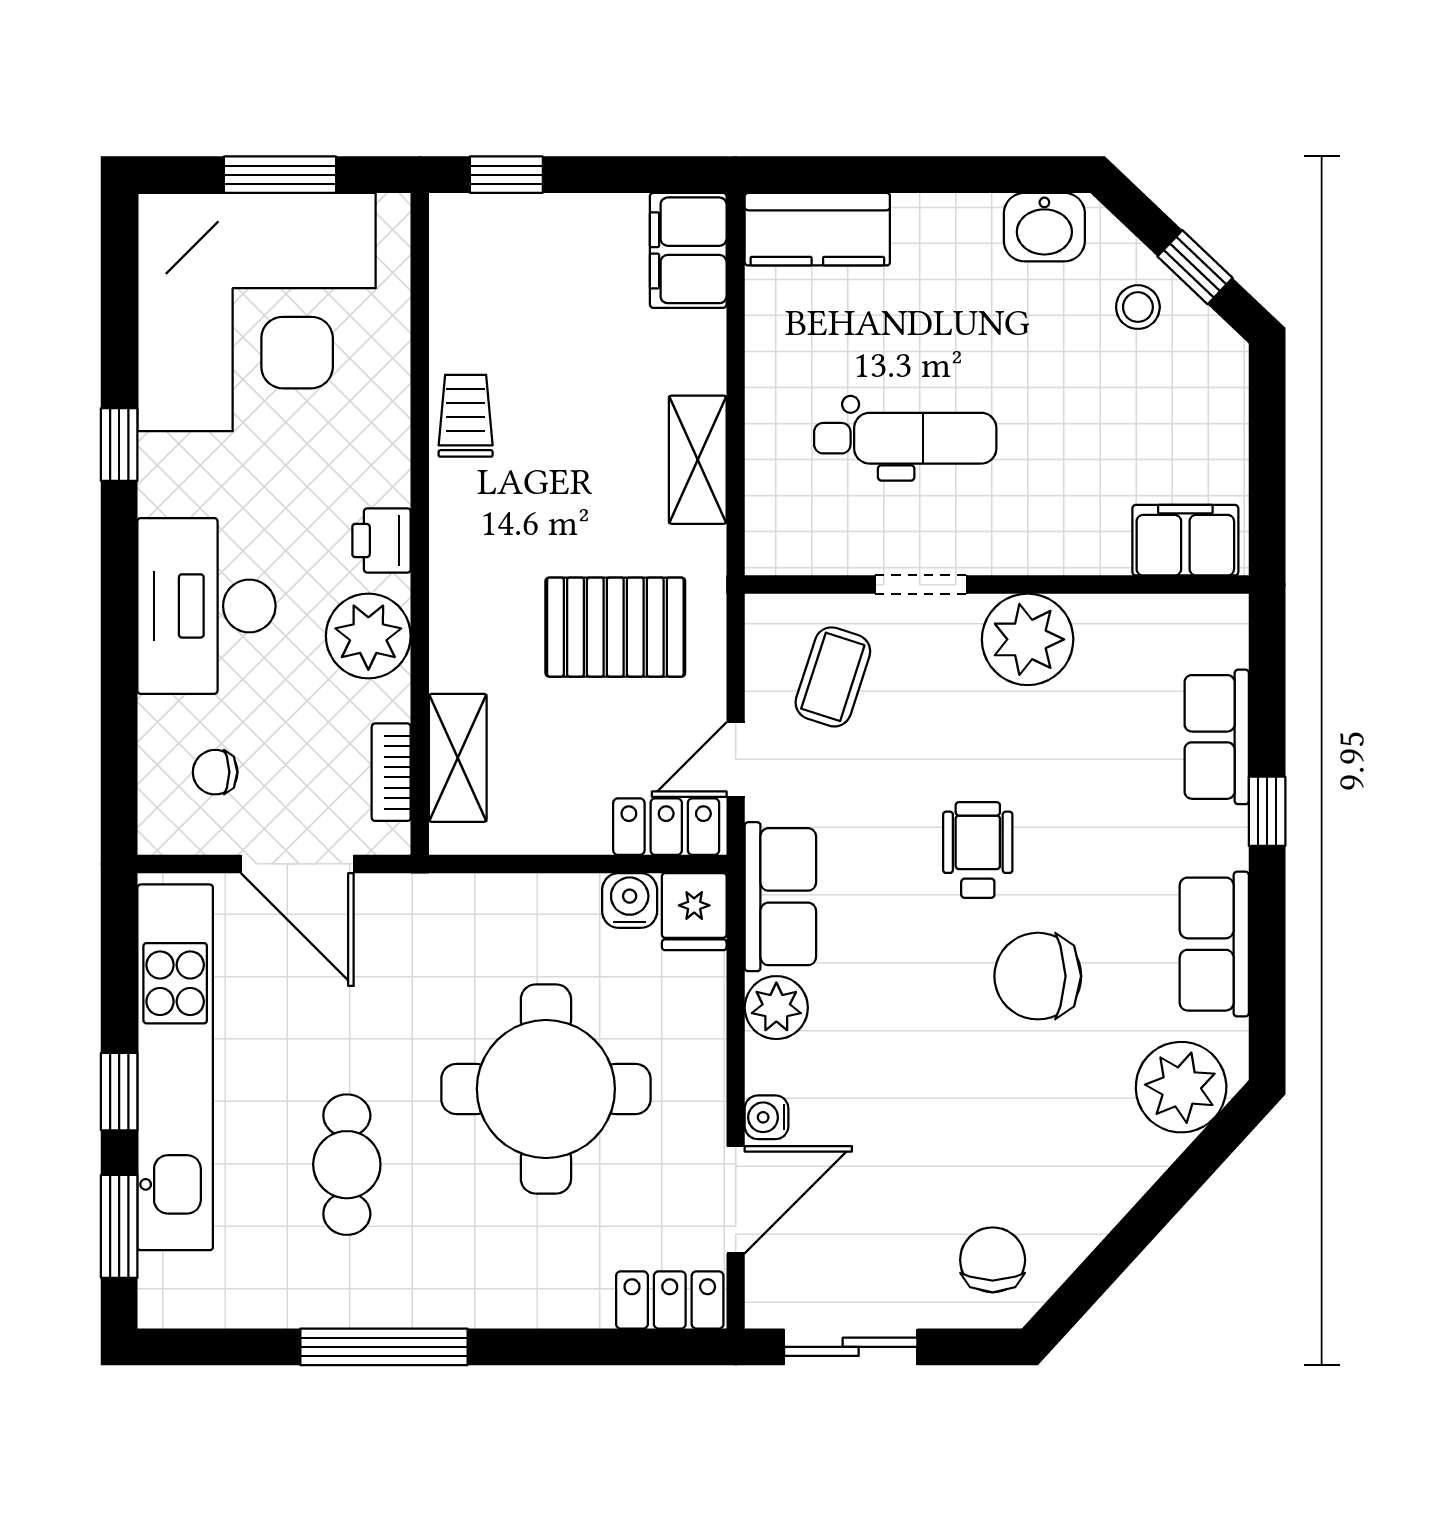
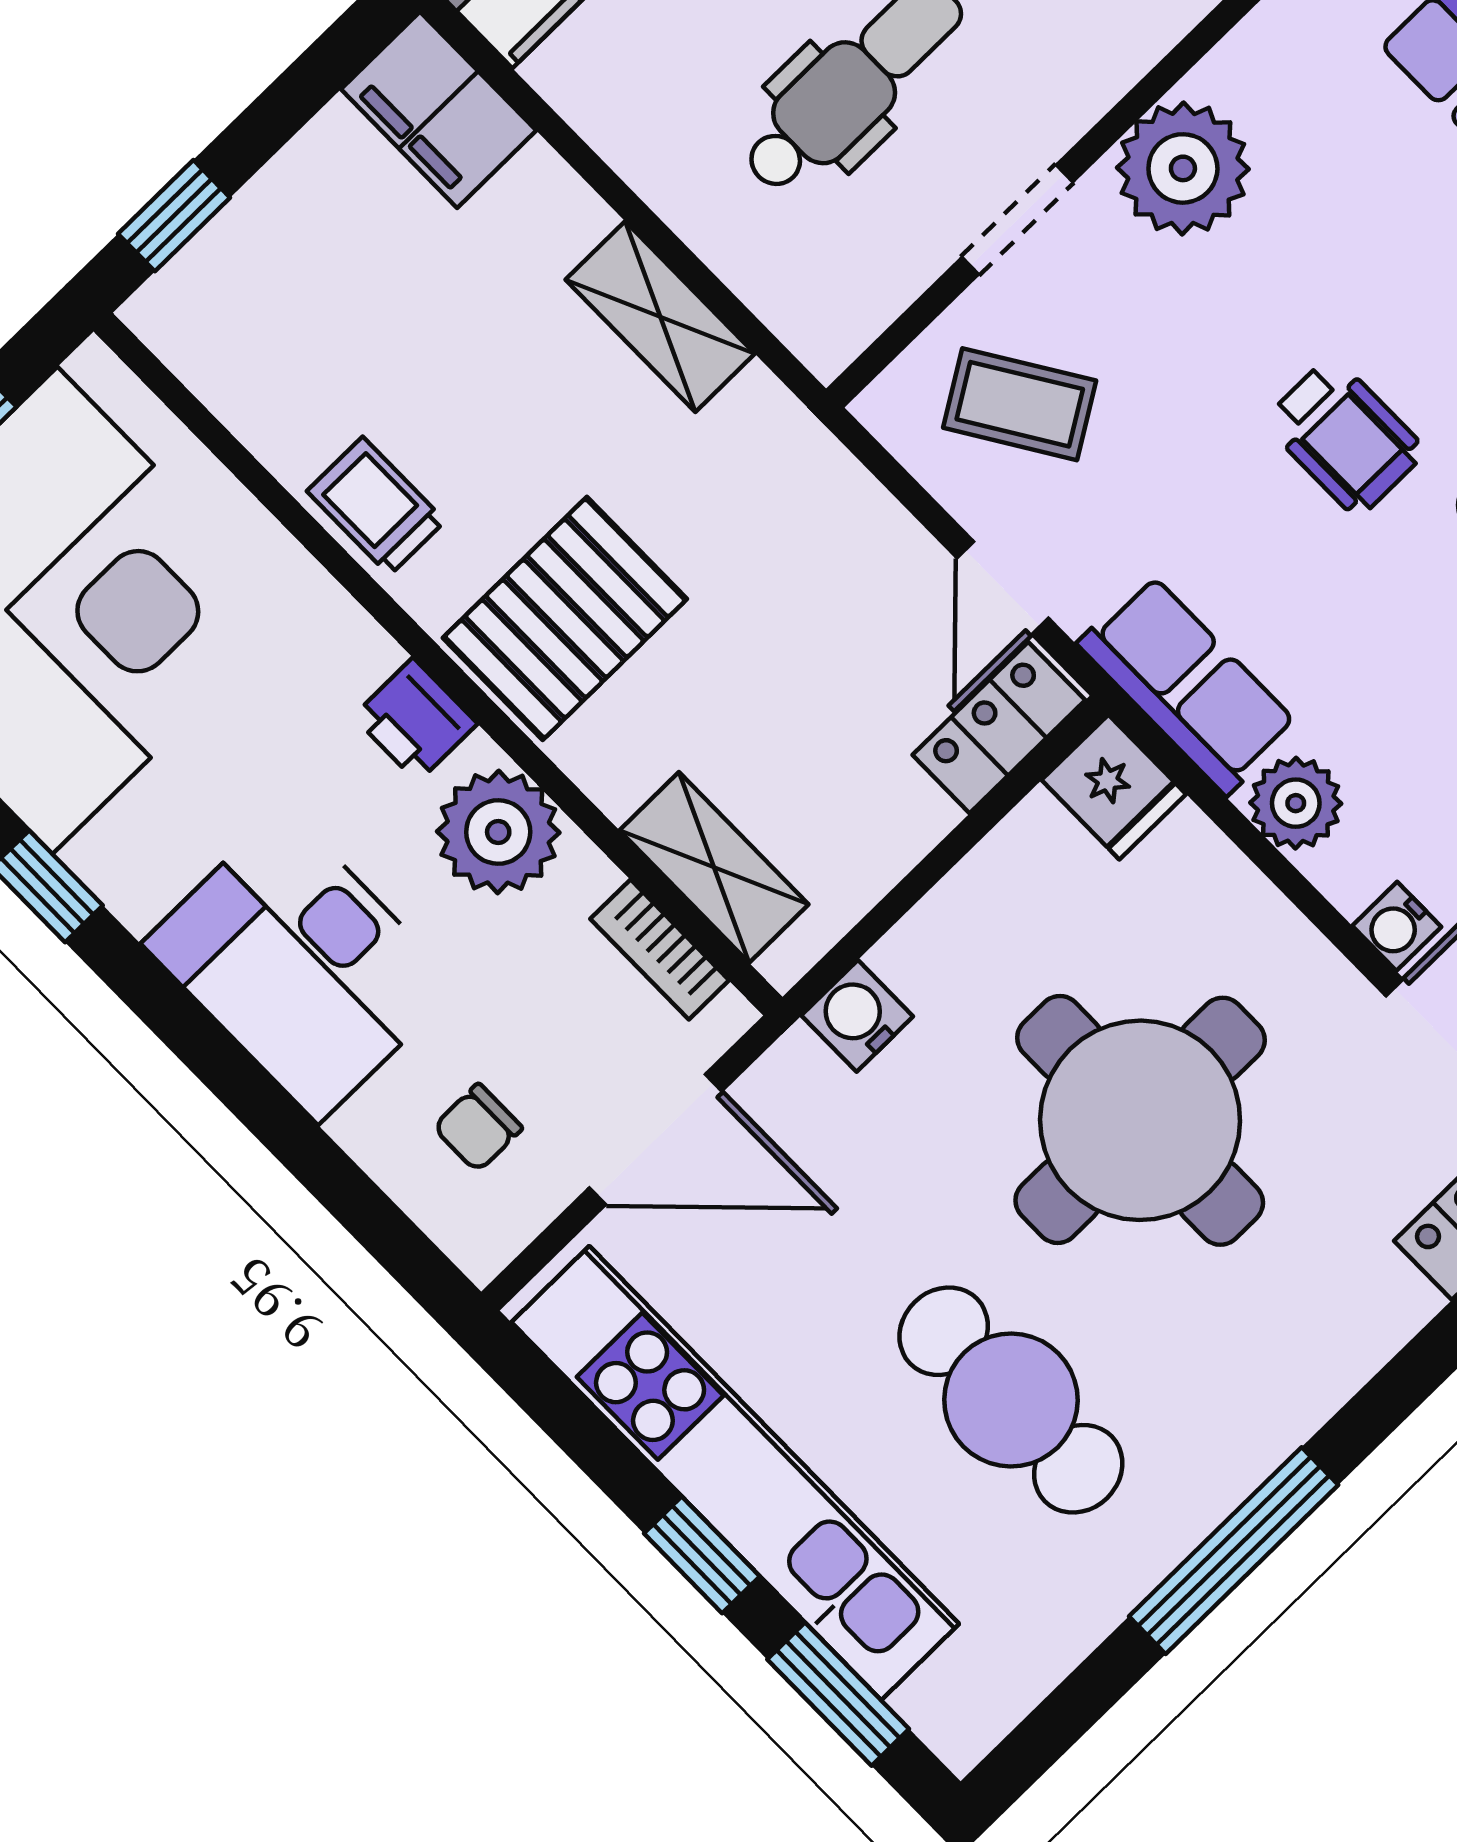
pallet: (615, 627) -> (565, 618), moved
coffee table: (833, 677) -> (1020, 404), turned -50
wheelchair: (978, 850) -> (1345, 436), turned 180
water cooler: (630, 900) -> (857, 1016), moved
cafe table: (347, 1165) -> (1011, 1400), width x1.37, depth x1.35

